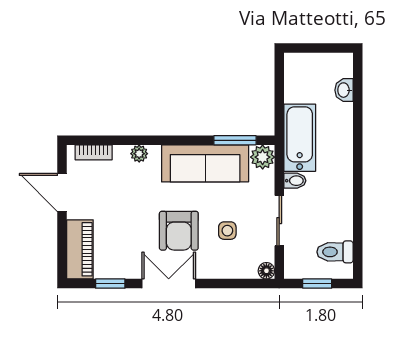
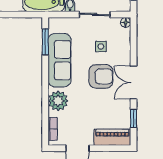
plant: (139, 154) -> (58, 101), width x1.87, depth x1.87
plant: (263, 157) -> (56, 25), removed

